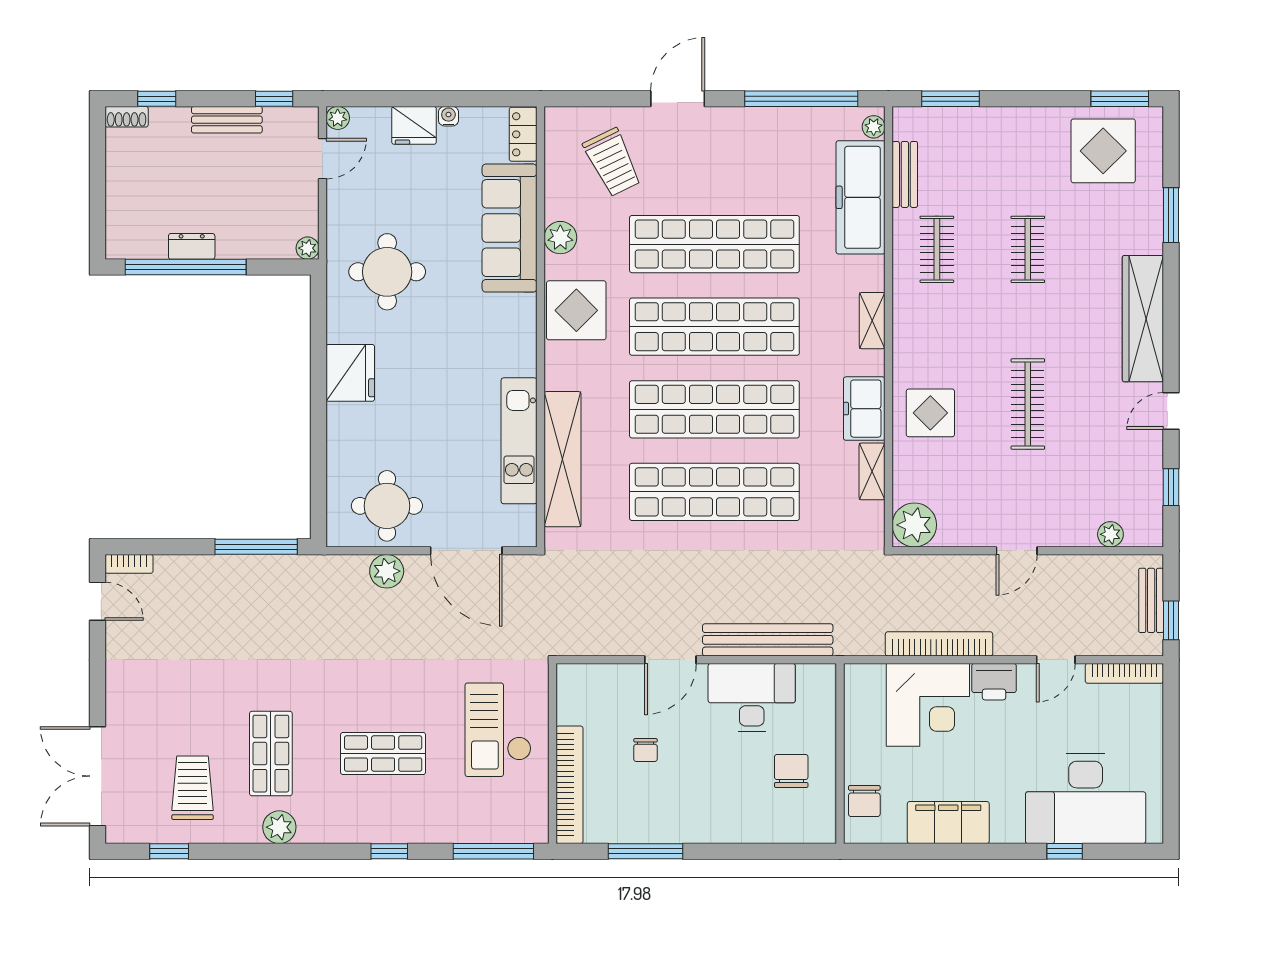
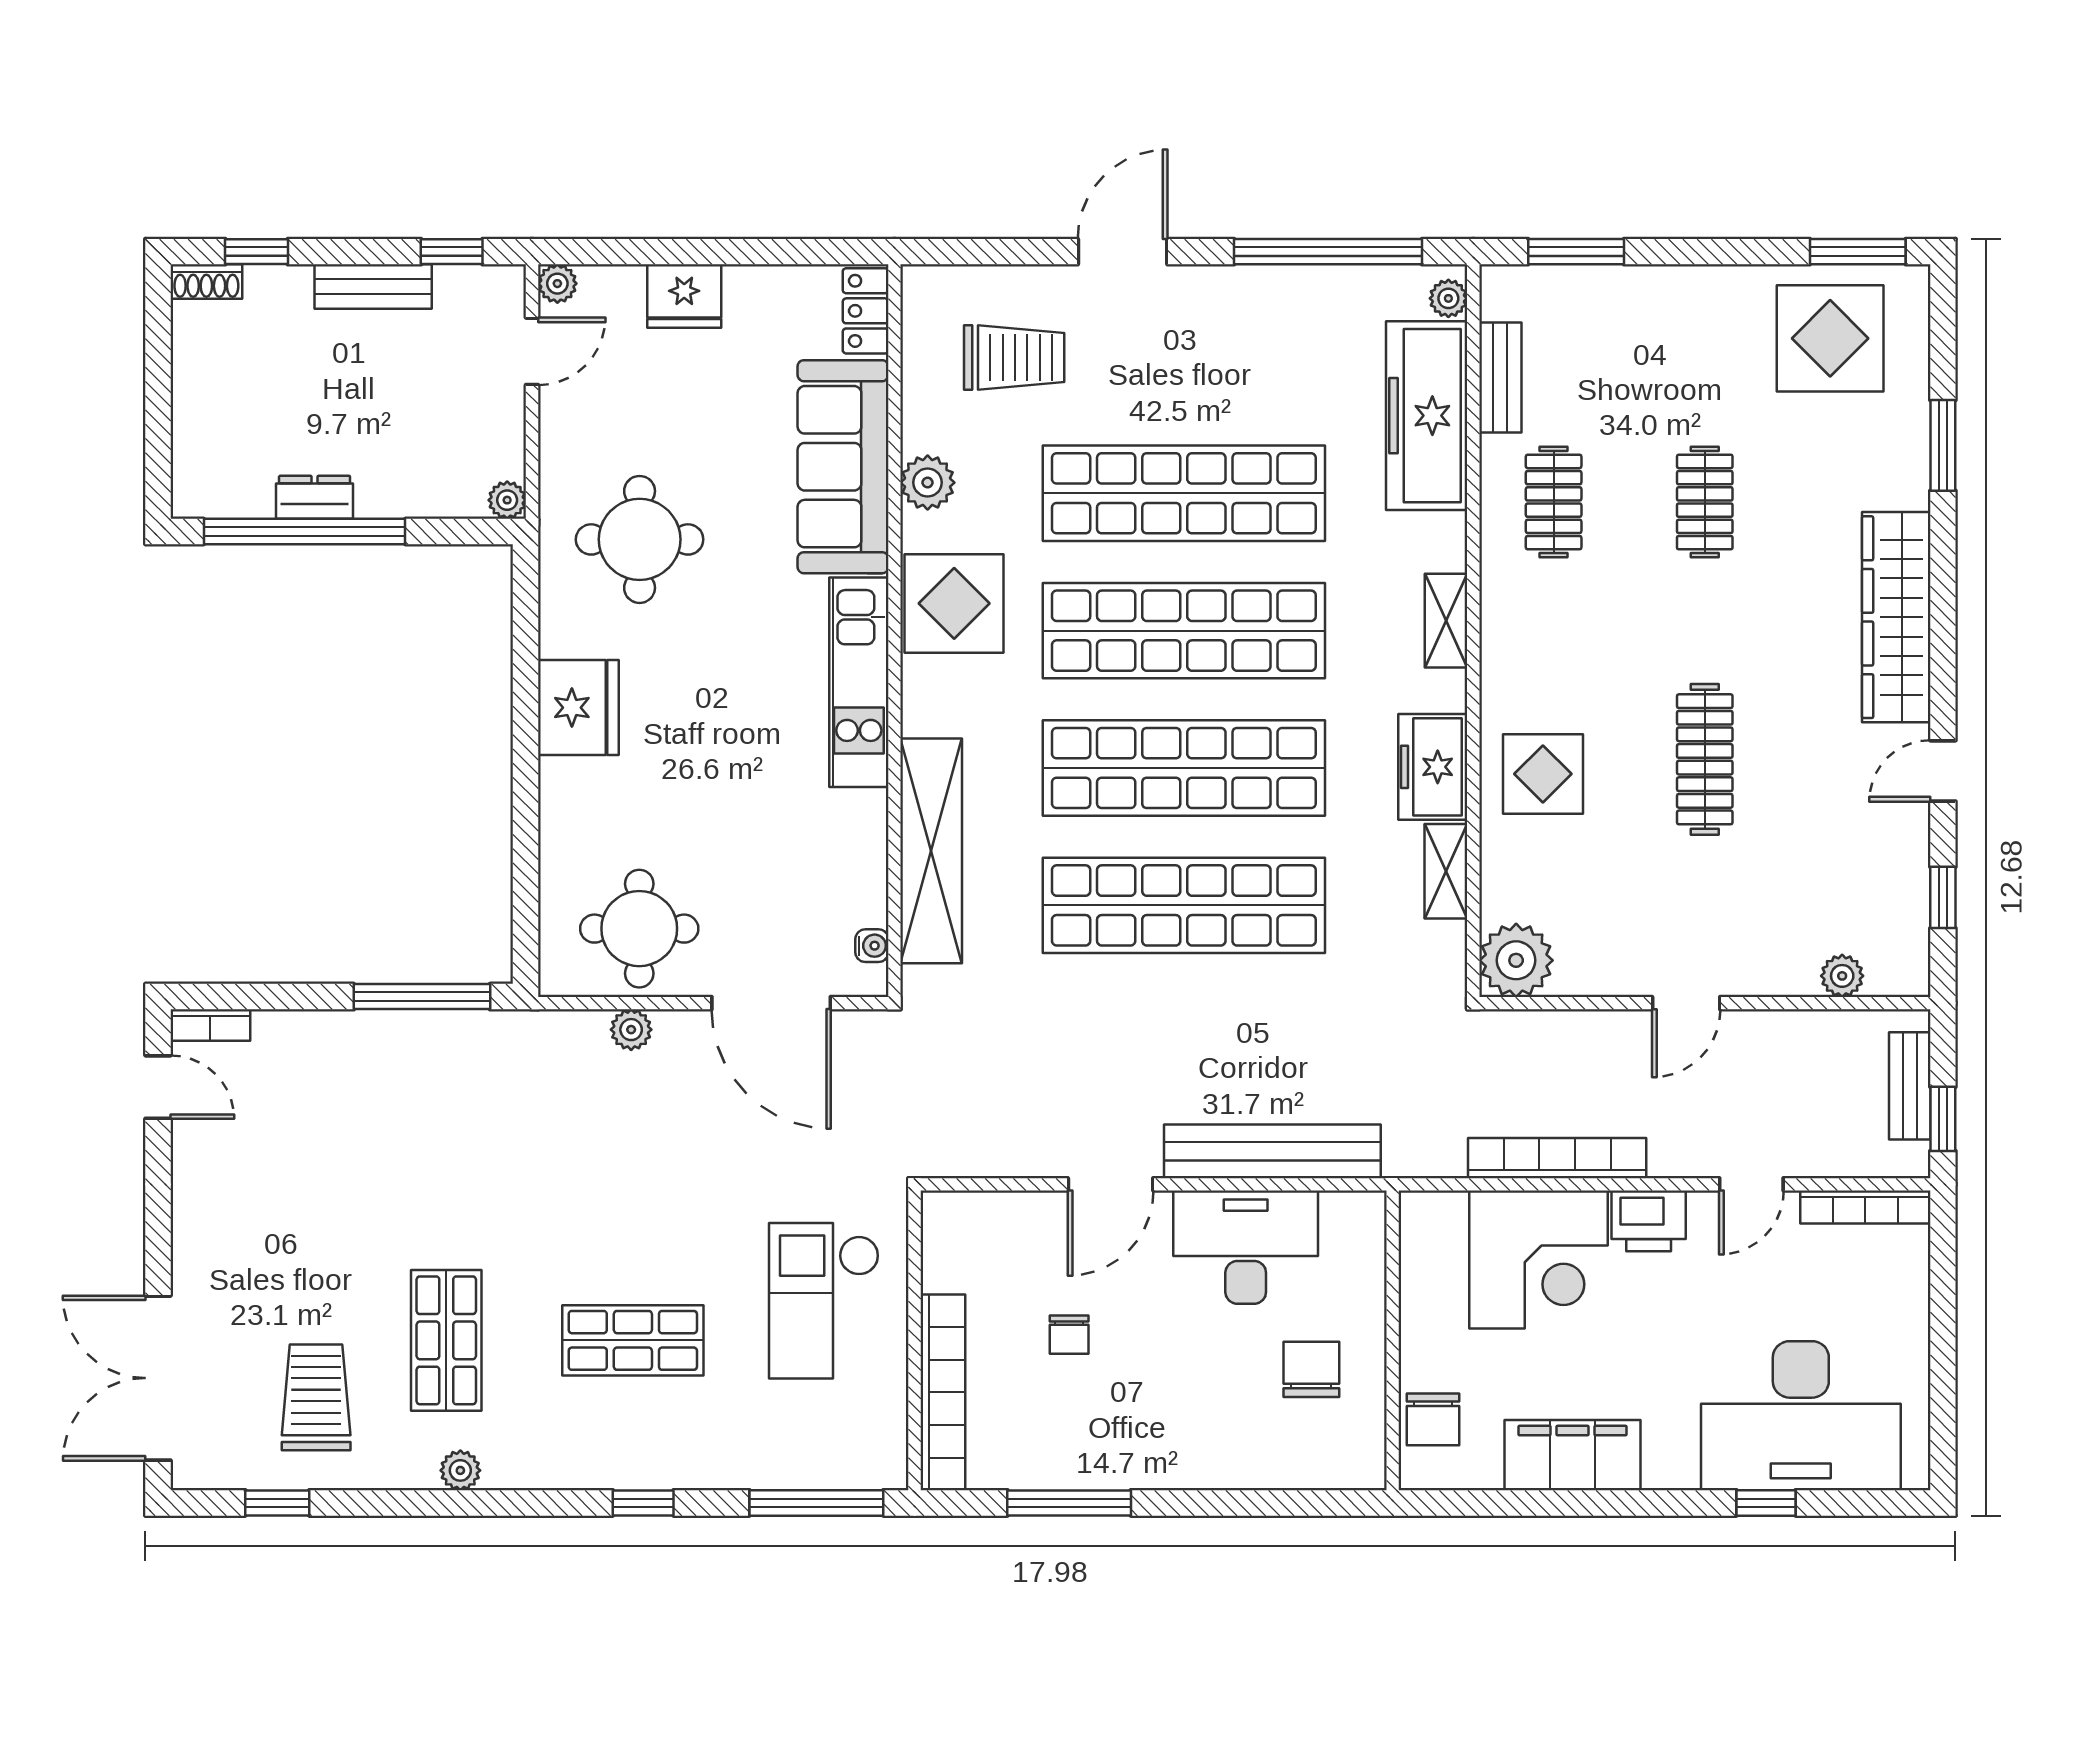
water cooler: (448, 116) -> (872, 946), moved, turned 90
trolley: (612, 162) -> (1014, 357), turned -64
kitchen unit: (519, 441) -> (859, 682), moved
plant: (387, 571) -> (631, 1030), width x0.73, depth x0.73
plant: (279, 827) -> (460, 1470), width x0.73, depth x0.73

